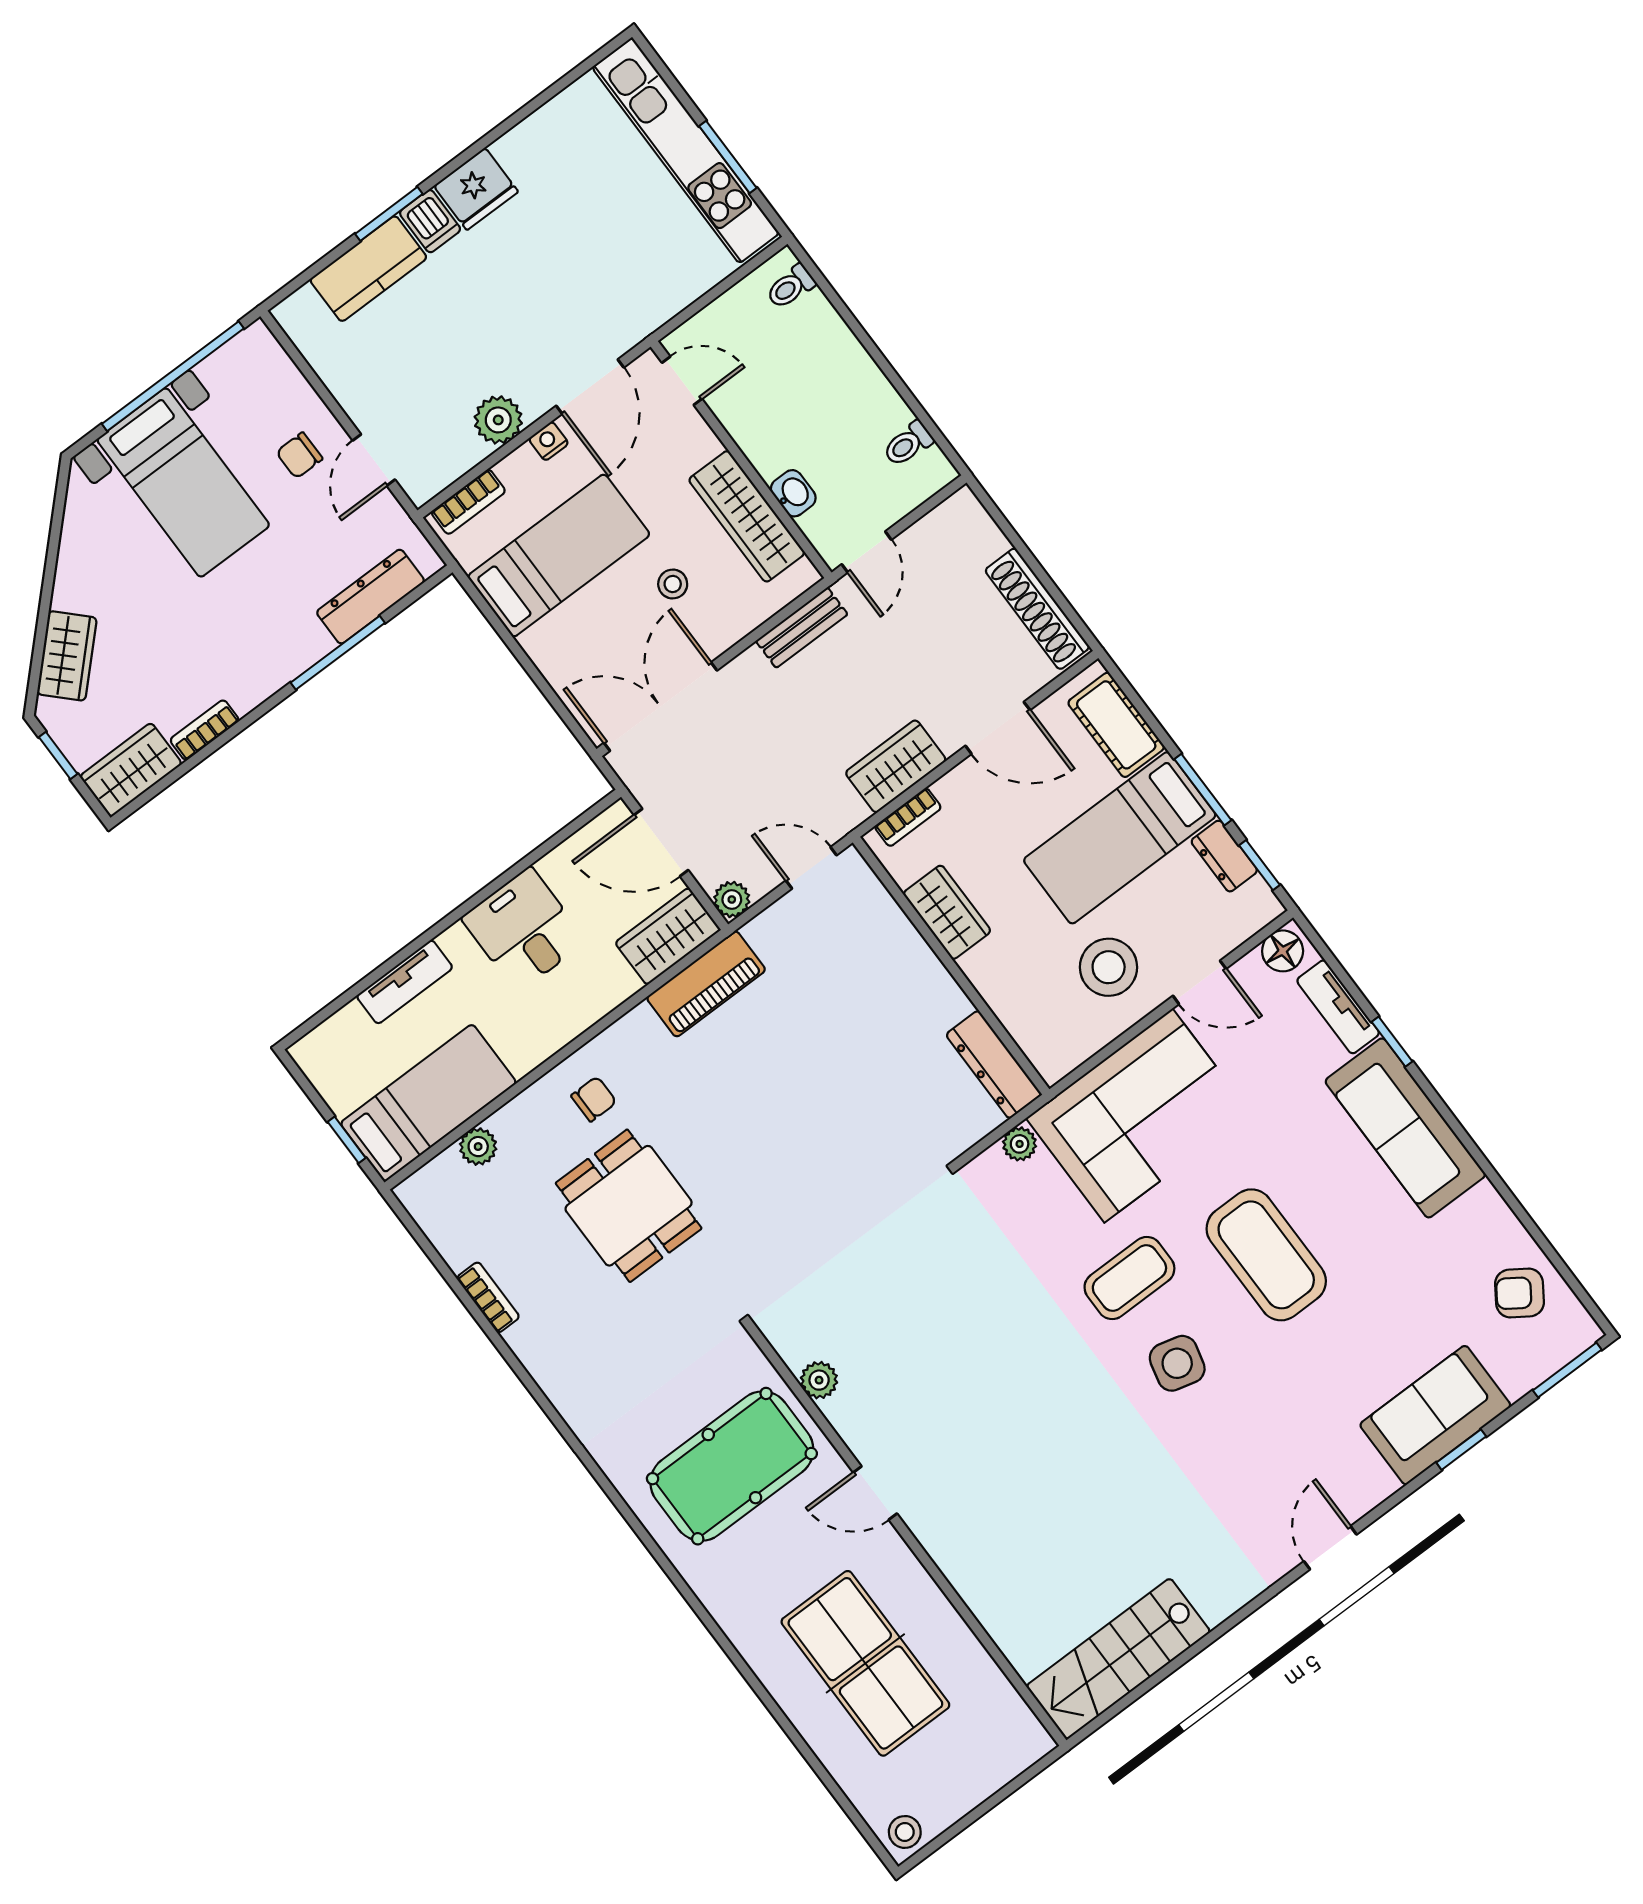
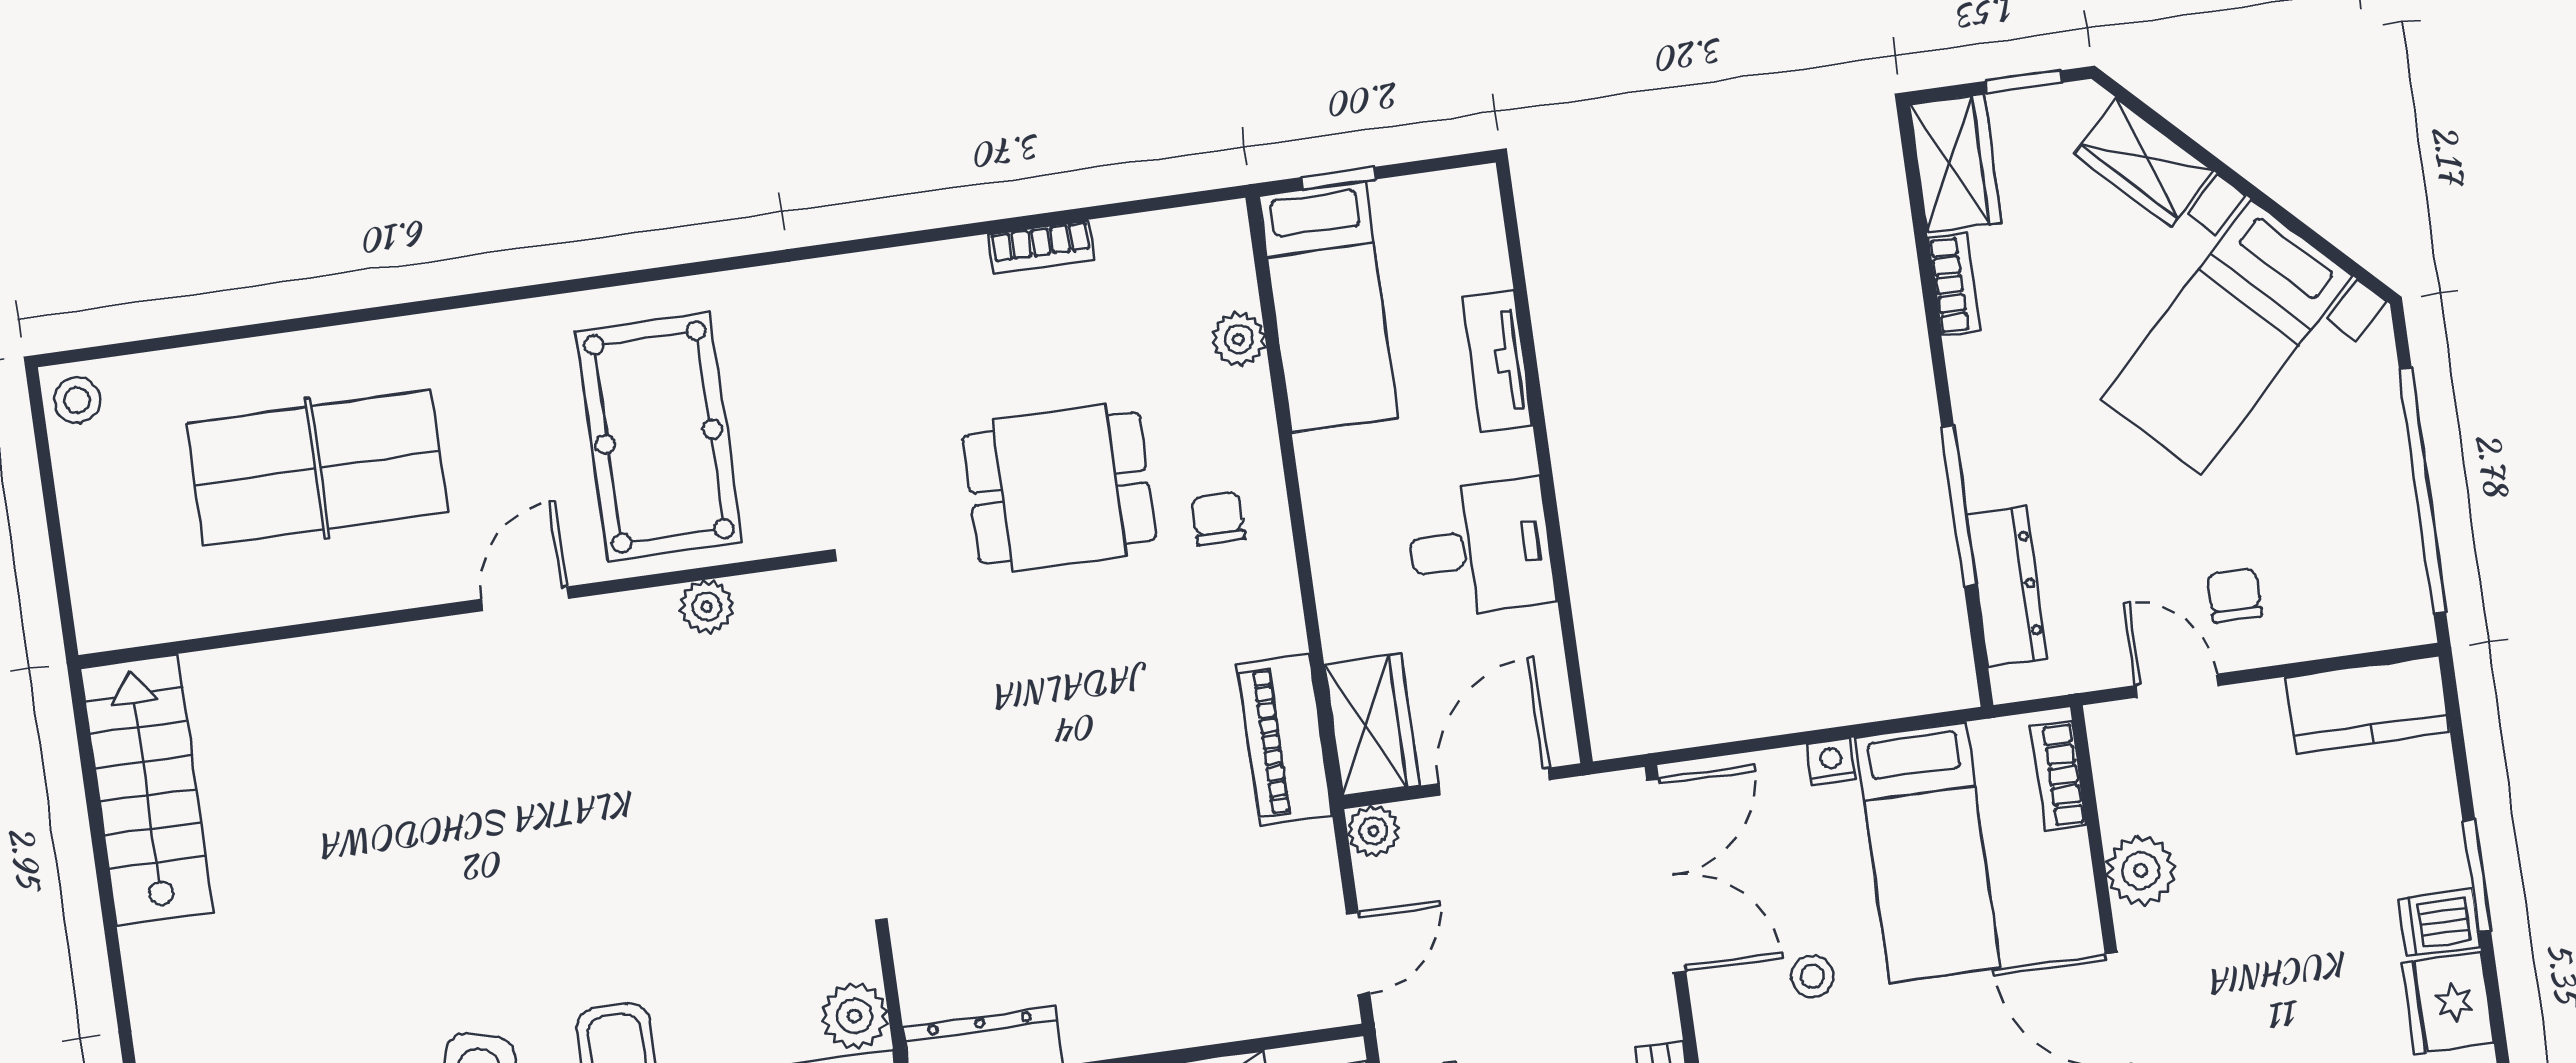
kitchen counter: (368, 269) -> (2368, 705), moved, turned -90
nightstand: (549, 441) -> (1831, 762), moved, turned -90
bed with nightstands: (183, 482) -> (2226, 337), moved, turned -45
chair: (594, 1099) -> (1218, 518), turned 180
plant: (1020, 1144) -> (855, 1016), width x1.38, depth x1.38

